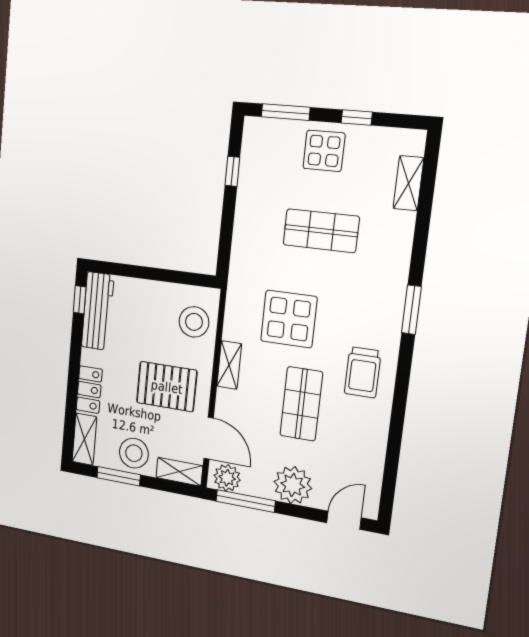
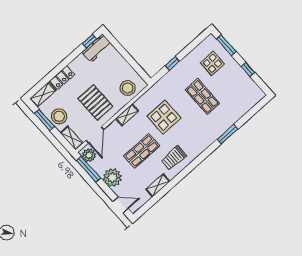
display table: (324, 151) -> (212, 63), moved
window: (232, 171) -> (172, 63), moved
shelving: (408, 183) -> (158, 185), moved
window: (411, 310) -> (228, 134), moved
workbench: (98, 311) -> (97, 48), width x0.73

